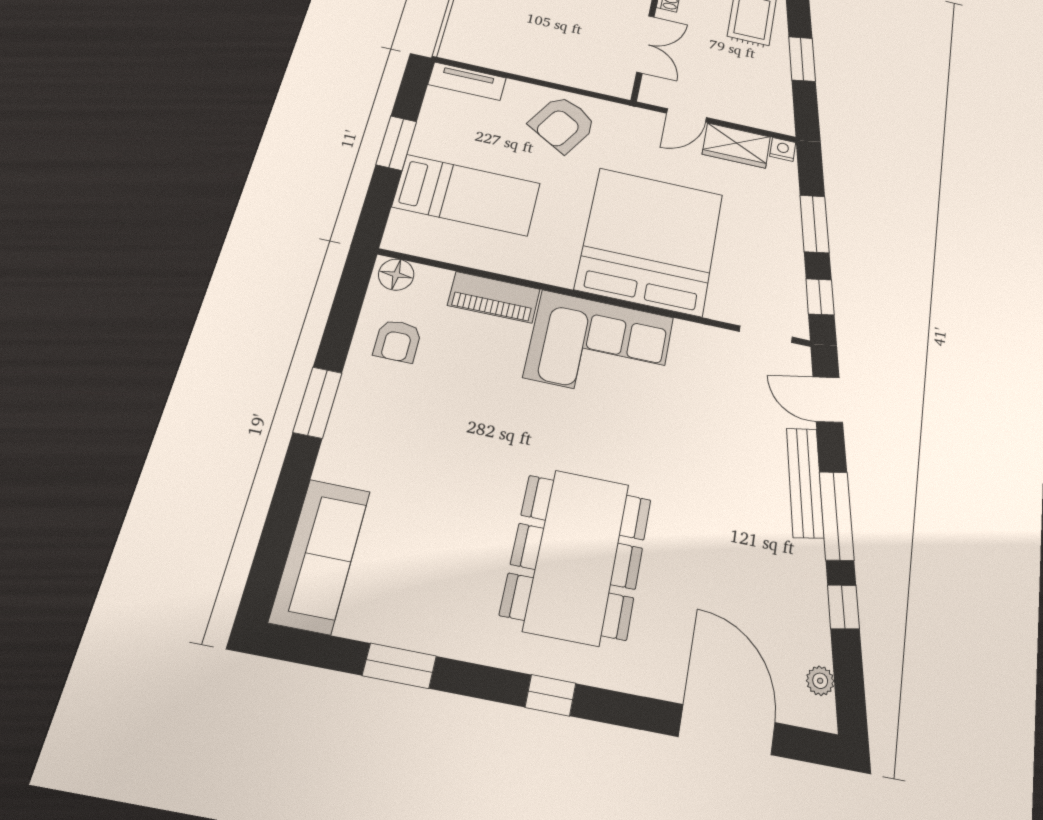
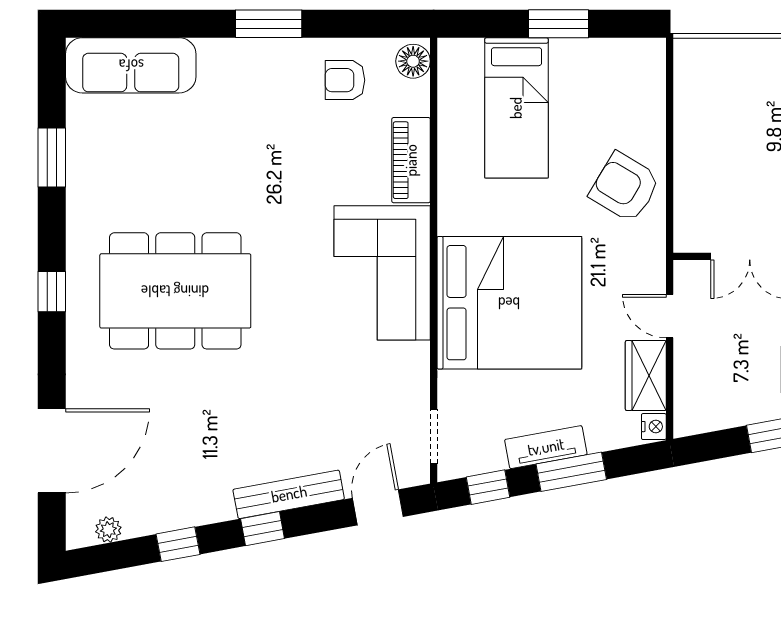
tv unit: (467, 81) -> (546, 447), moved, turned 80
window: (836, 516) -> (263, 529), width x0.46

